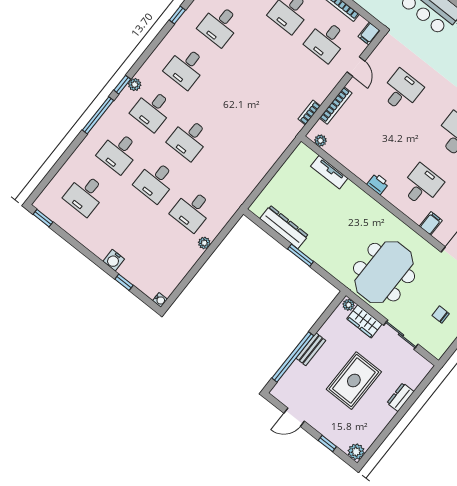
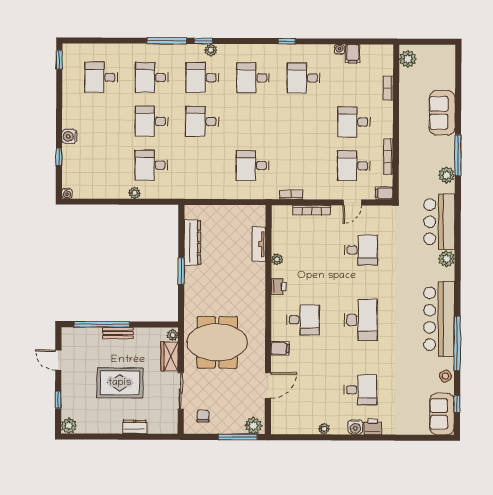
desk: (259, 126) -> (253, 165), added
plant: (320, 141) -> (277, 259), moved
chair: (441, 315) -> (203, 416), moved

